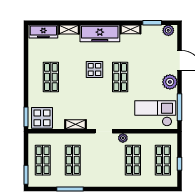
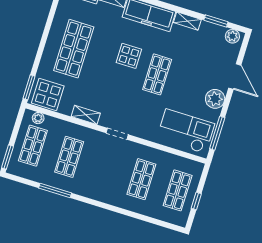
shop shelf: (51, 77) -> (74, 49), width x1.43, depth x1.36
plant: (123, 138) -> (38, 118), moved

